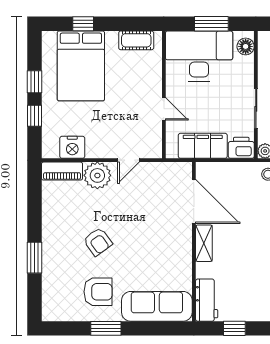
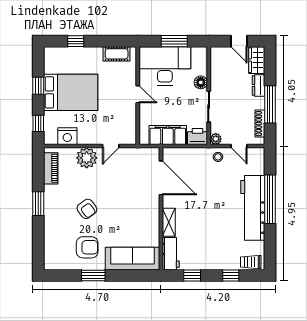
floor lamp: (246, 46) -> (201, 82), moved
bed: (81, 66) -> (71, 92), moved, turned -90
door: (164, 109) -> (138, 94), moved
window: (35, 116) -> (38, 123), moved
piano: (62, 171) -> (51, 168), moved, turned -90
shelving: (204, 243) -> (169, 222), moved
window: (35, 258) -> (38, 204), moved

